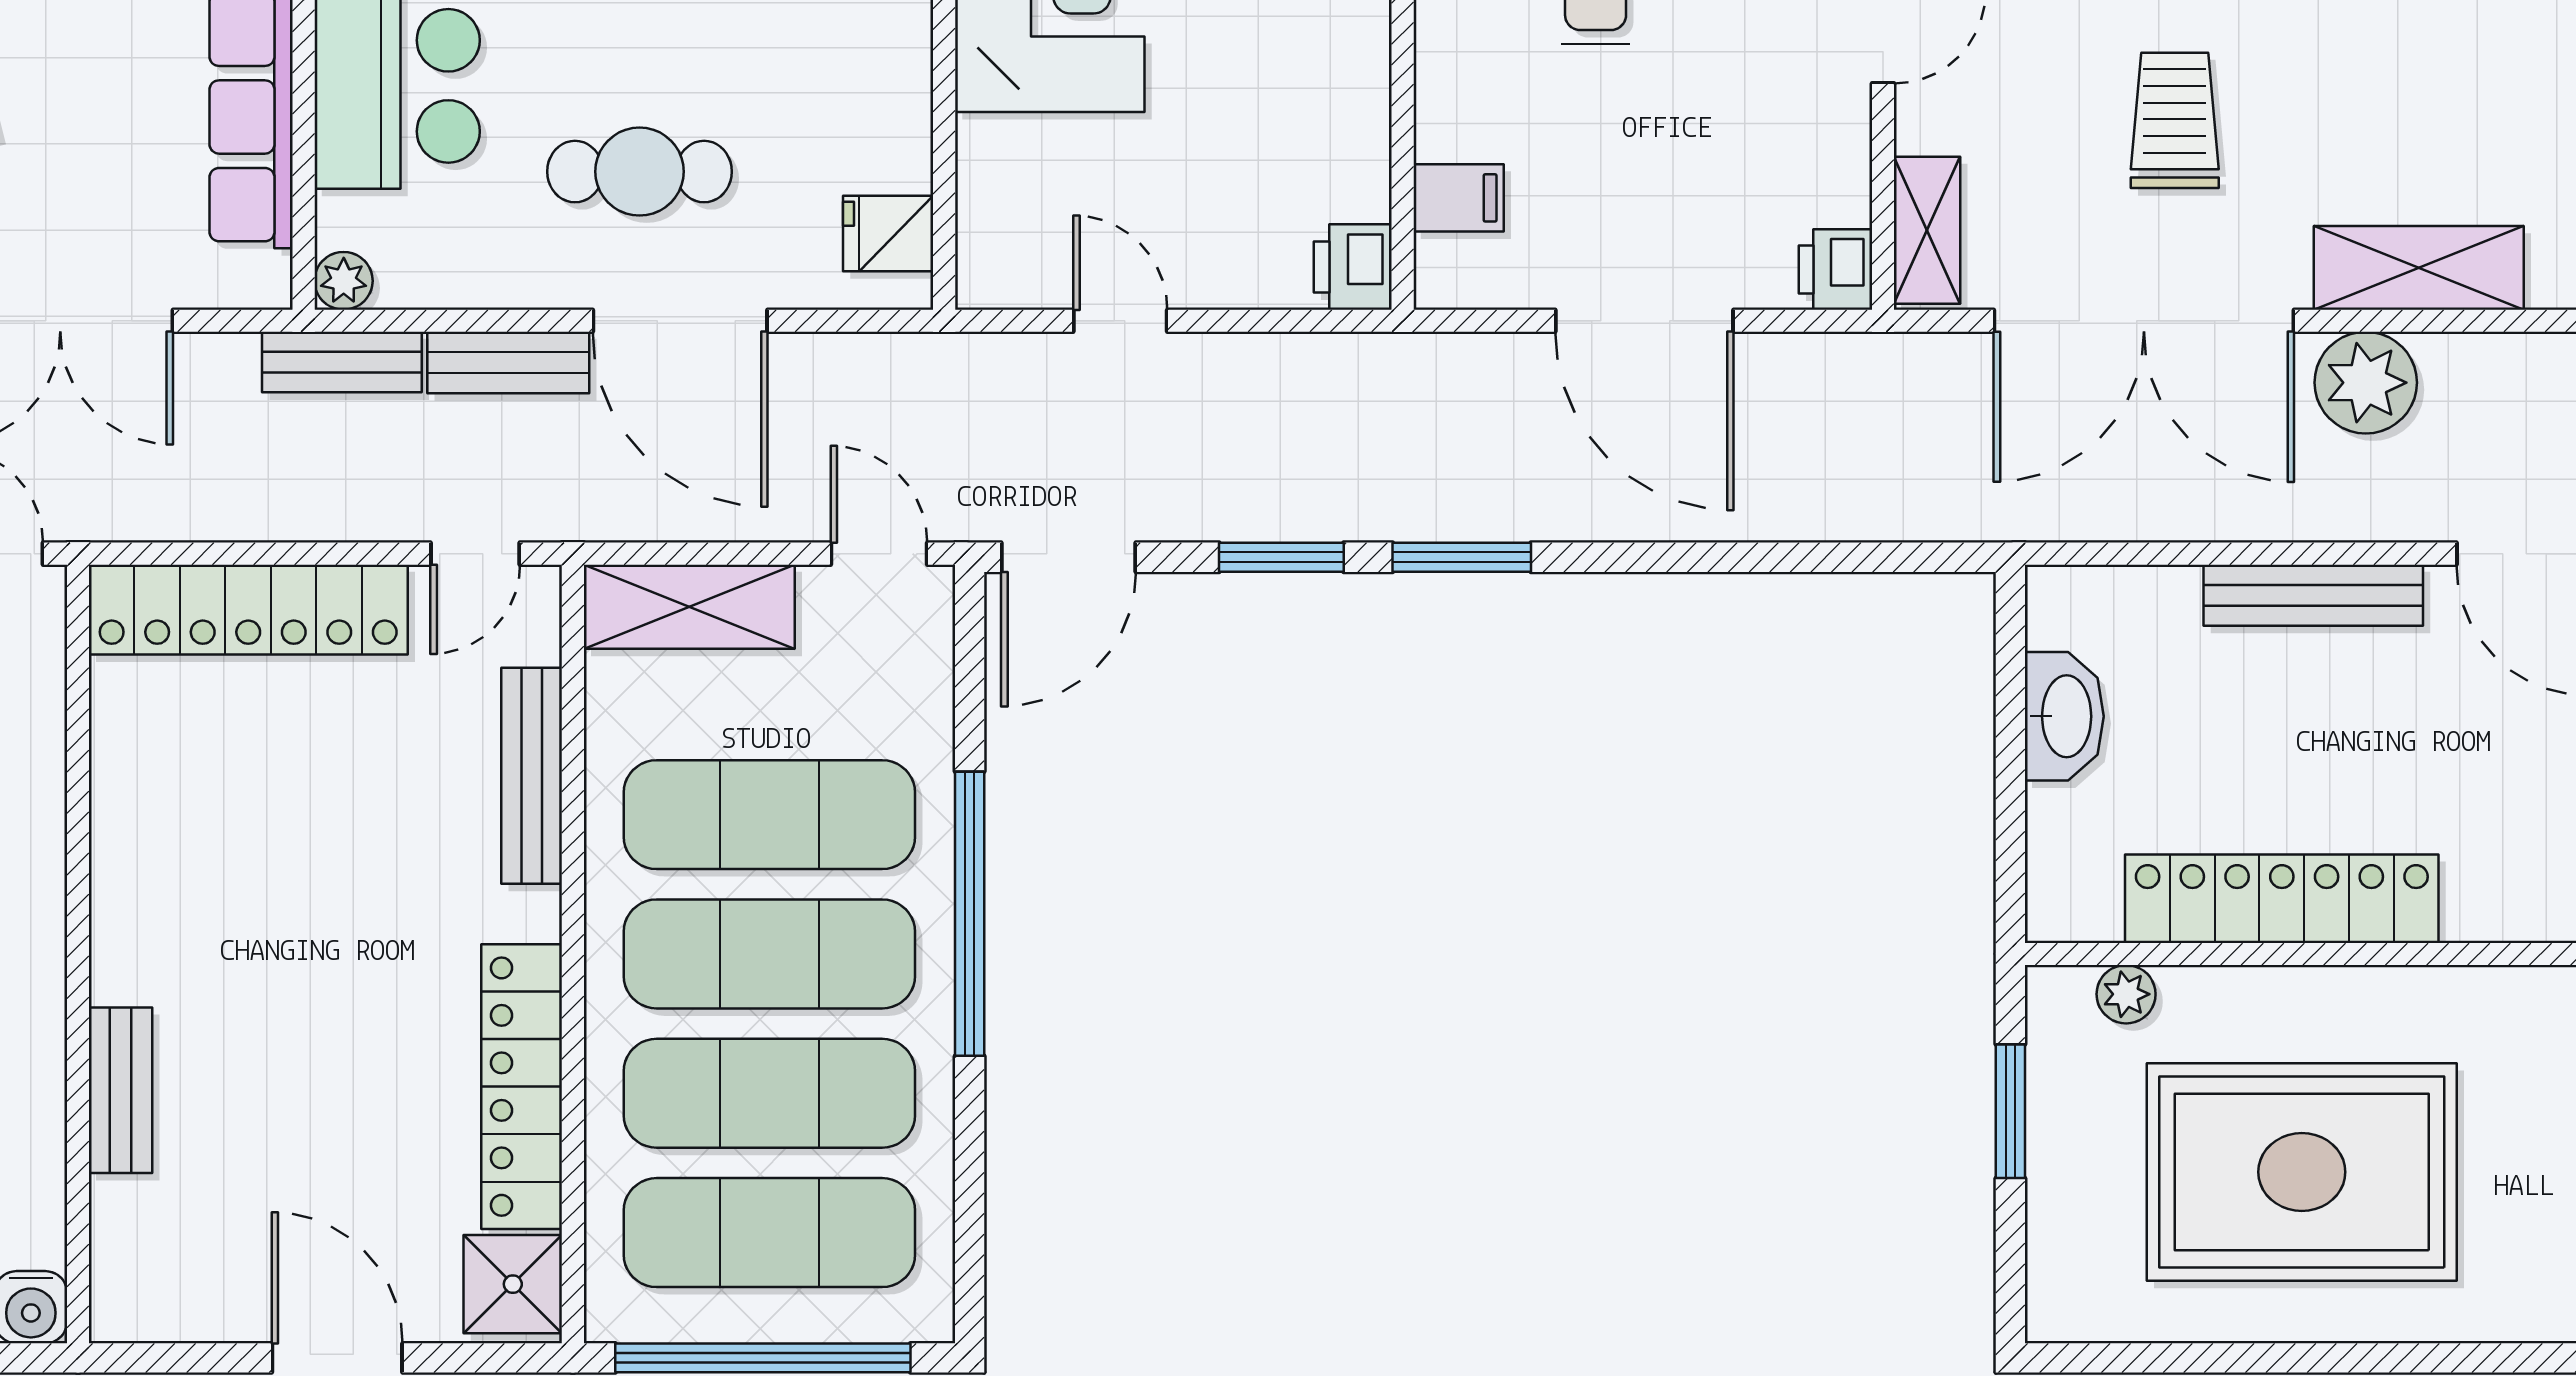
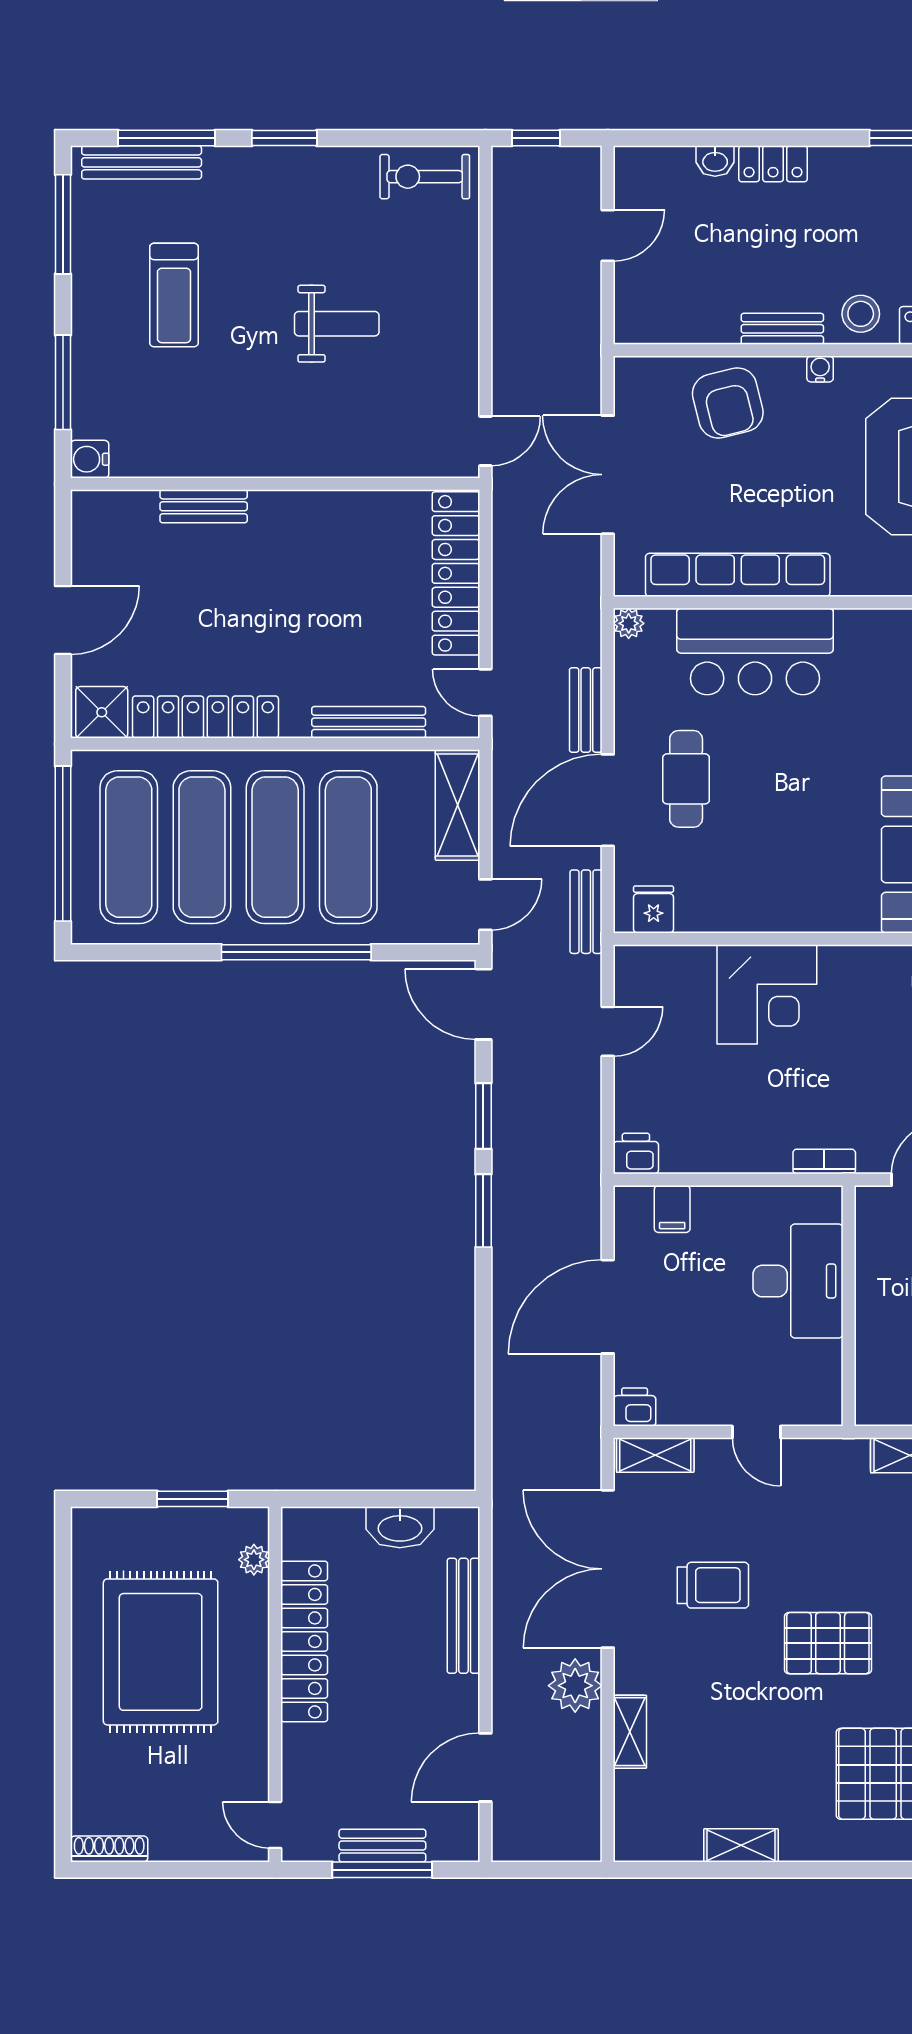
shelving: (2419, 268) -> (630, 1732), width x0.67, depth x0.75
bench: (342, 362) -> (586, 912), moved
bench: (2313, 595) -> (464, 1616), moved

